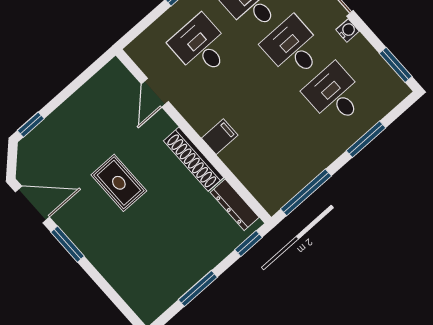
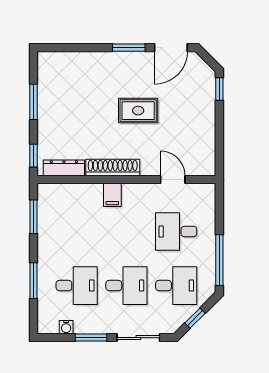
water cooler: (348, 30) -> (66, 327), moved
desk: (201, 46) -> (176, 231), turned 180
window: (396, 65) -> (91, 338), moved
window: (306, 192) -> (33, 217), width x0.69

